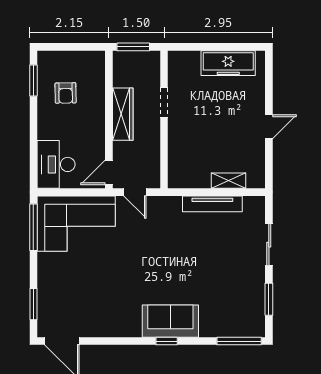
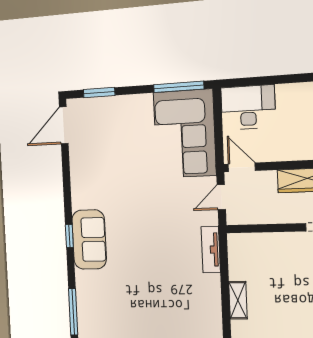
tv unit: (212, 204) -> (211, 250), moved, width x0.71

